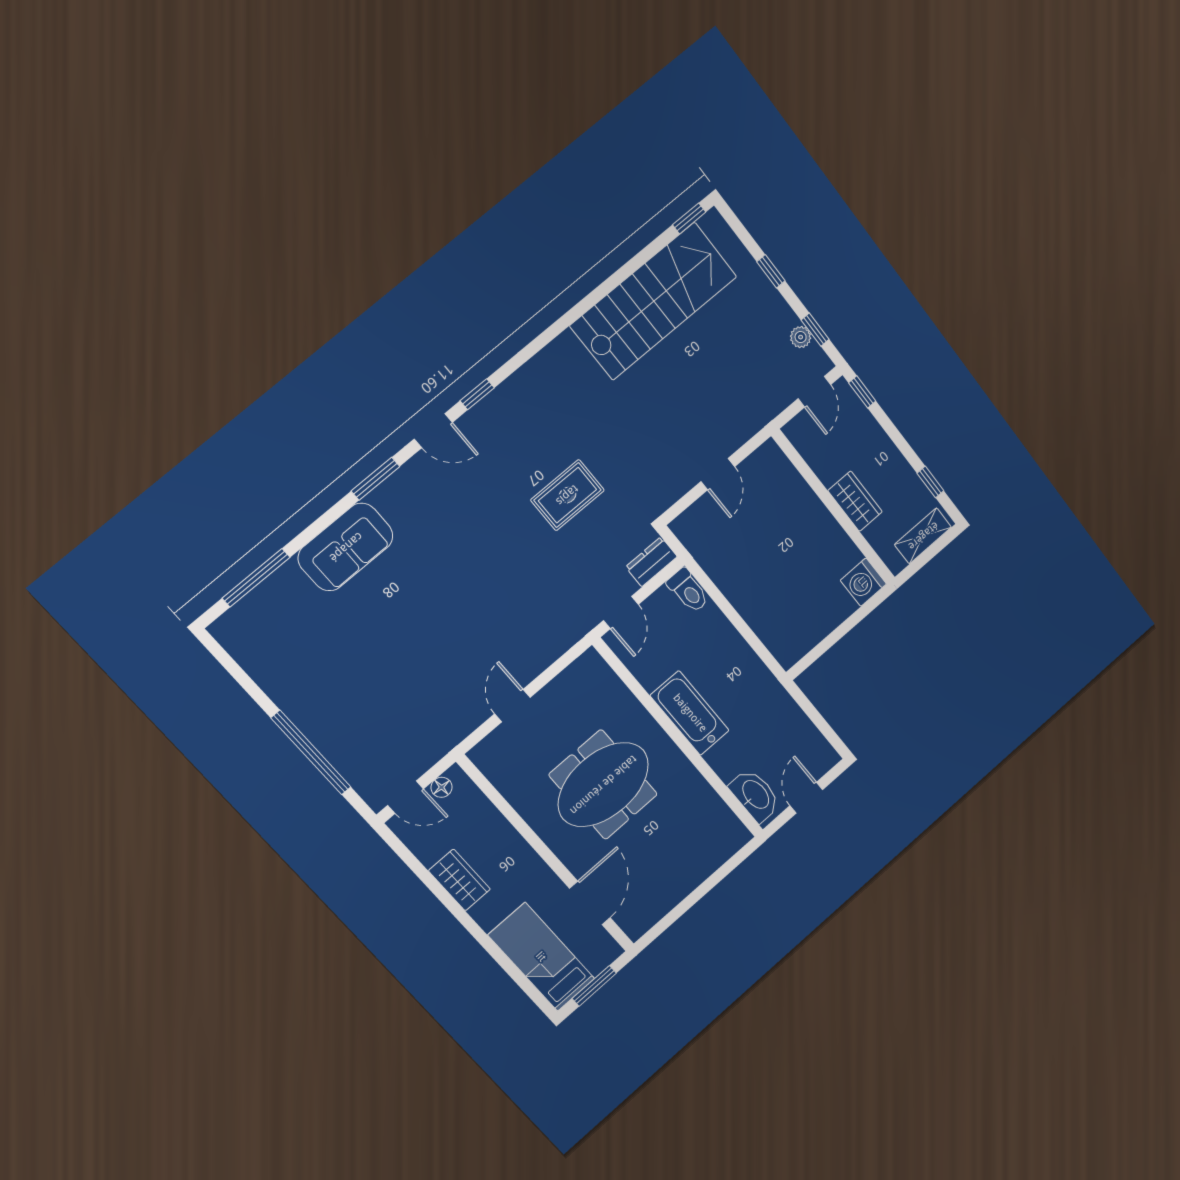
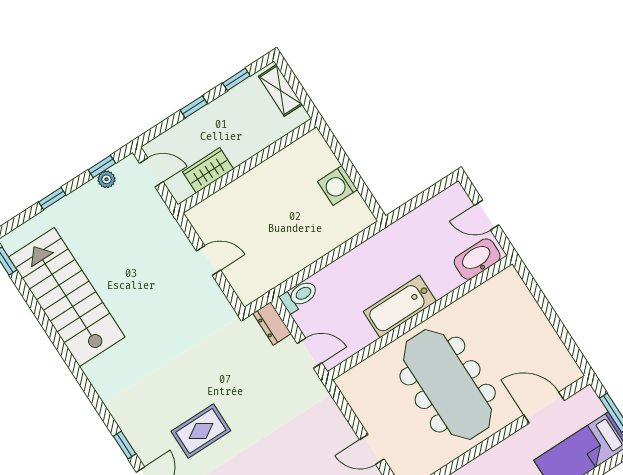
window: (862, 392) -> (194, 107), moved
rug: (567, 495) -> (201, 431), moved, turned 90
wardrobe: (855, 501) -> (208, 170), moved
washing machine: (863, 582) -> (338, 186), moved, turned 90
meeting table: (603, 785) -> (448, 385), width x1.36

